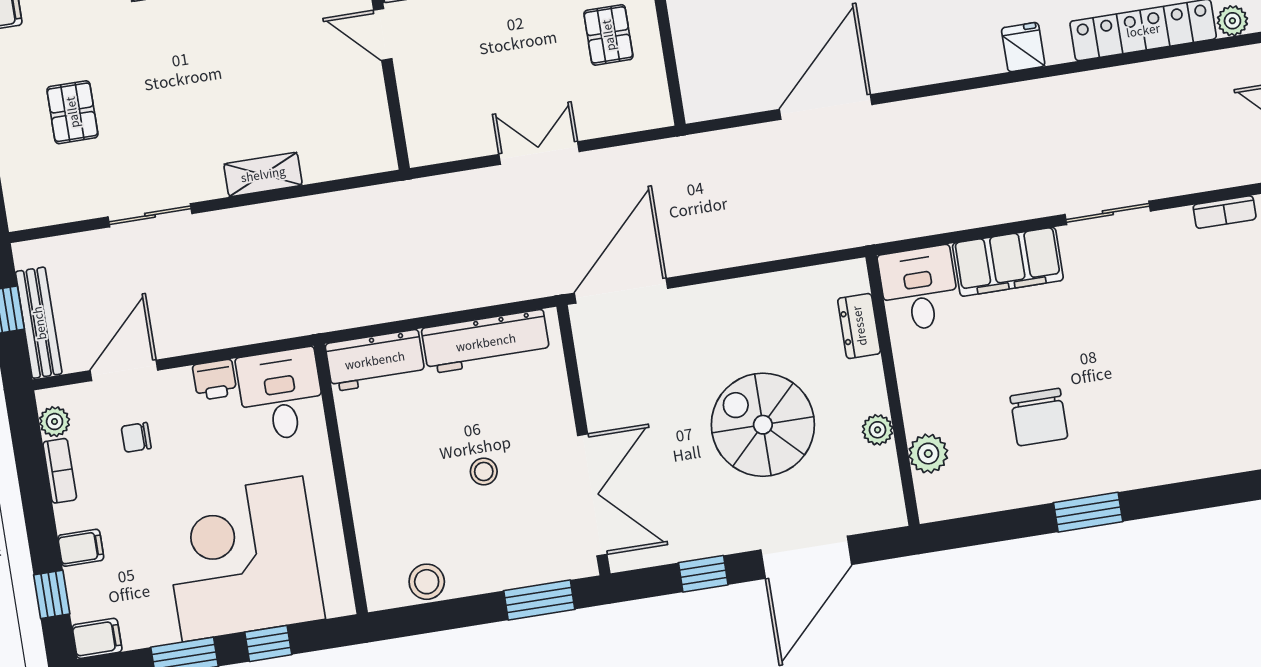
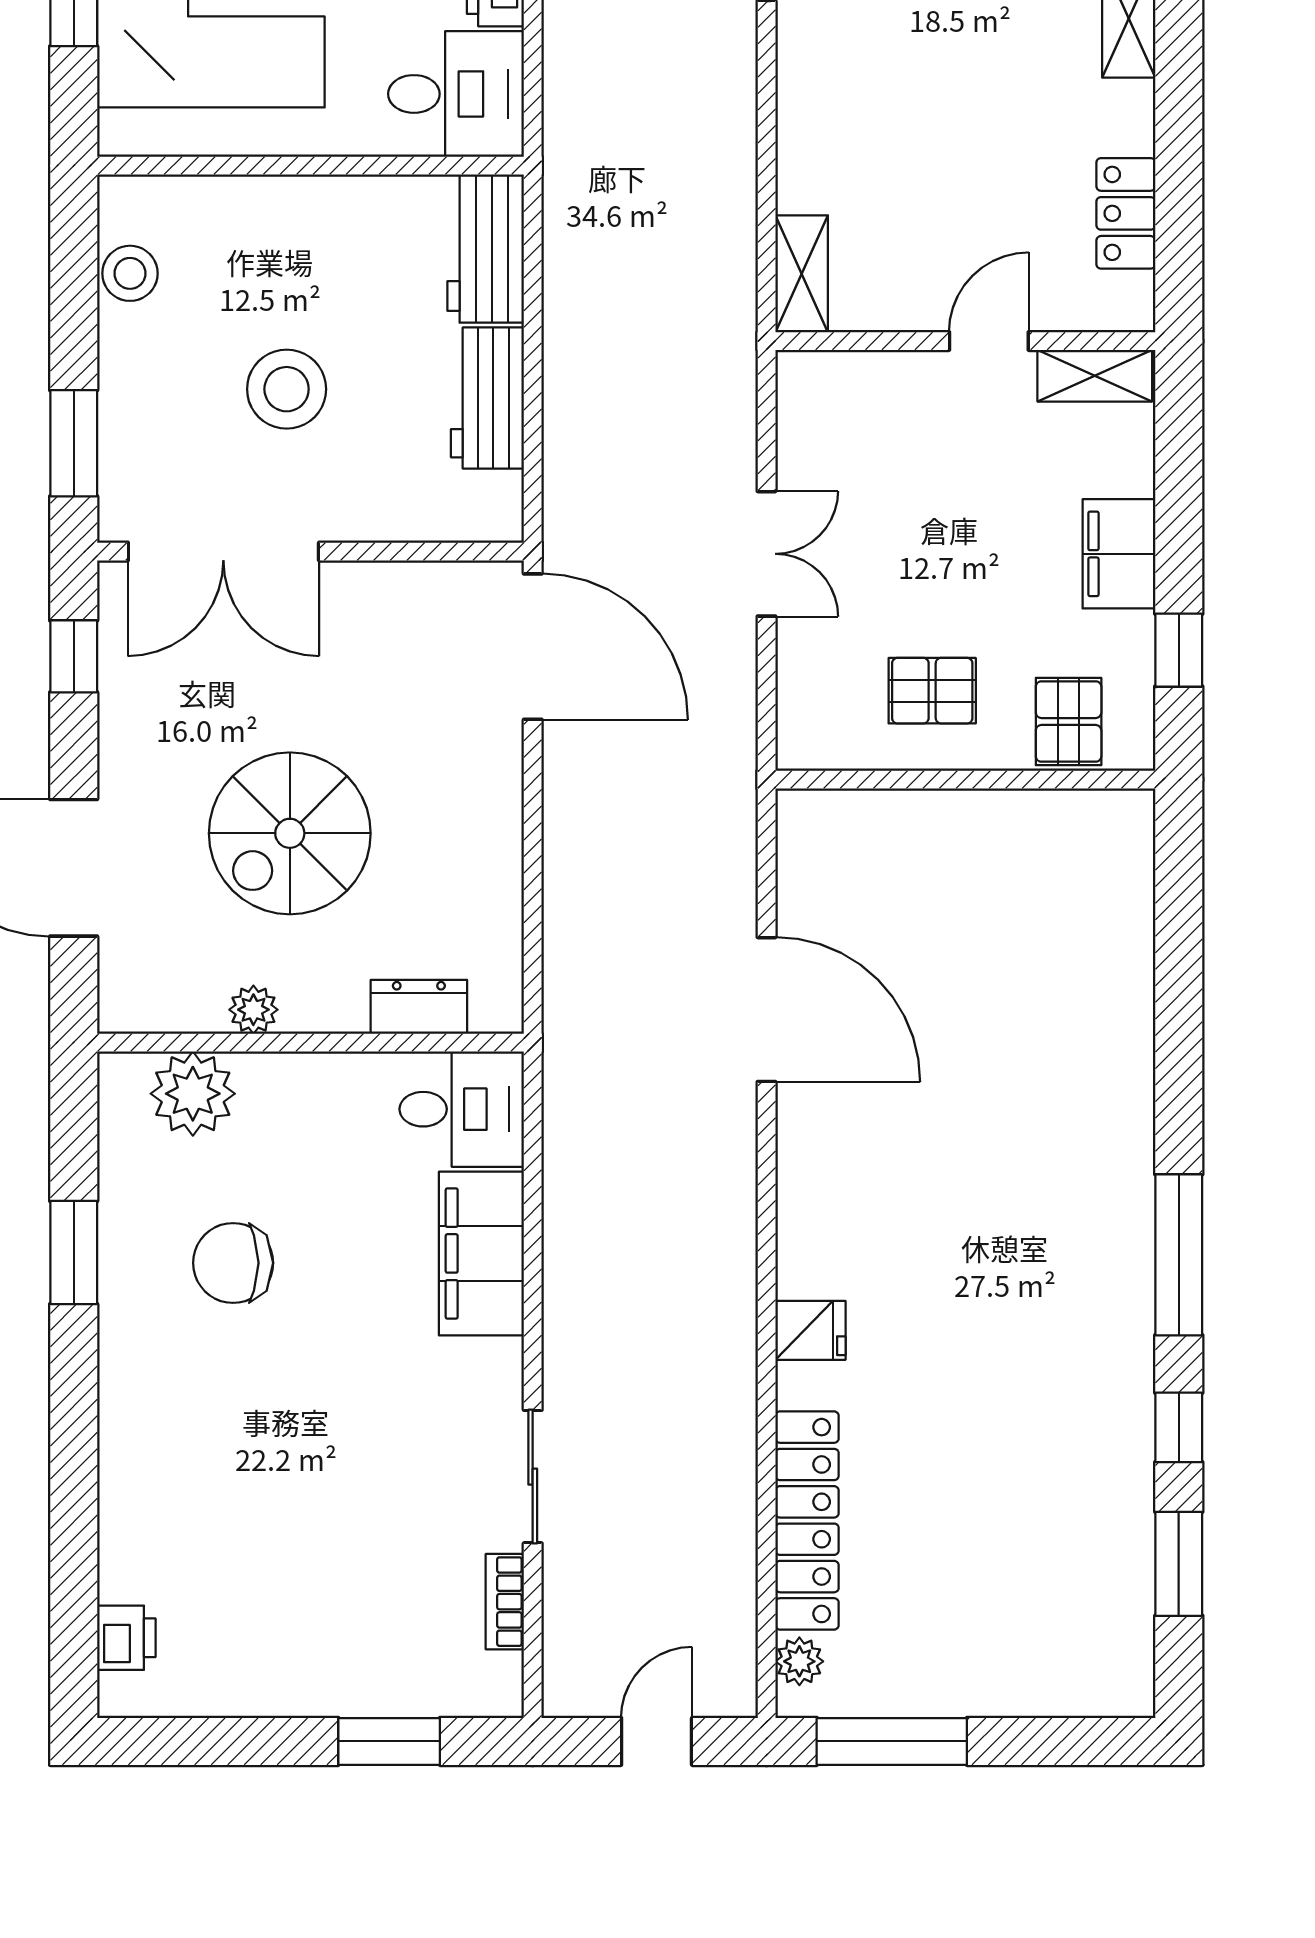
shelving: (263, 174) -> (802, 274), moved
sliding door: (1108, 213) -> (533, 1477), moved
workbench: (486, 342) -> (487, 398), width x0.73
spiral stairs: (763, 425) -> (290, 833), turned 180
plant: (928, 454) -> (193, 1094), width x1.36, depth x1.36
stool: (484, 472) -> (287, 389), width x1.89, depth x1.89
window: (1088, 512) -> (74, 1252), moved
window: (703, 574) -> (74, 656), moved

